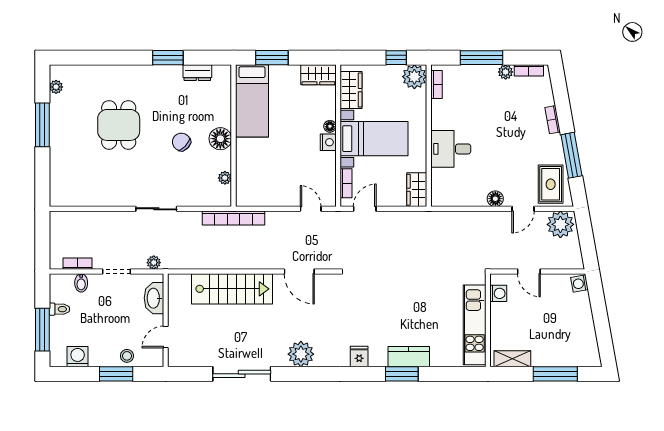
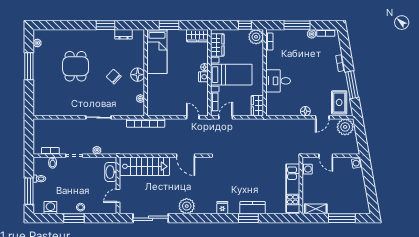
washbasin: (154, 298) -> (111, 172), moved
wall: (166, 320) -> (118, 185), moved
door: (166, 337) -> (118, 196), moved

